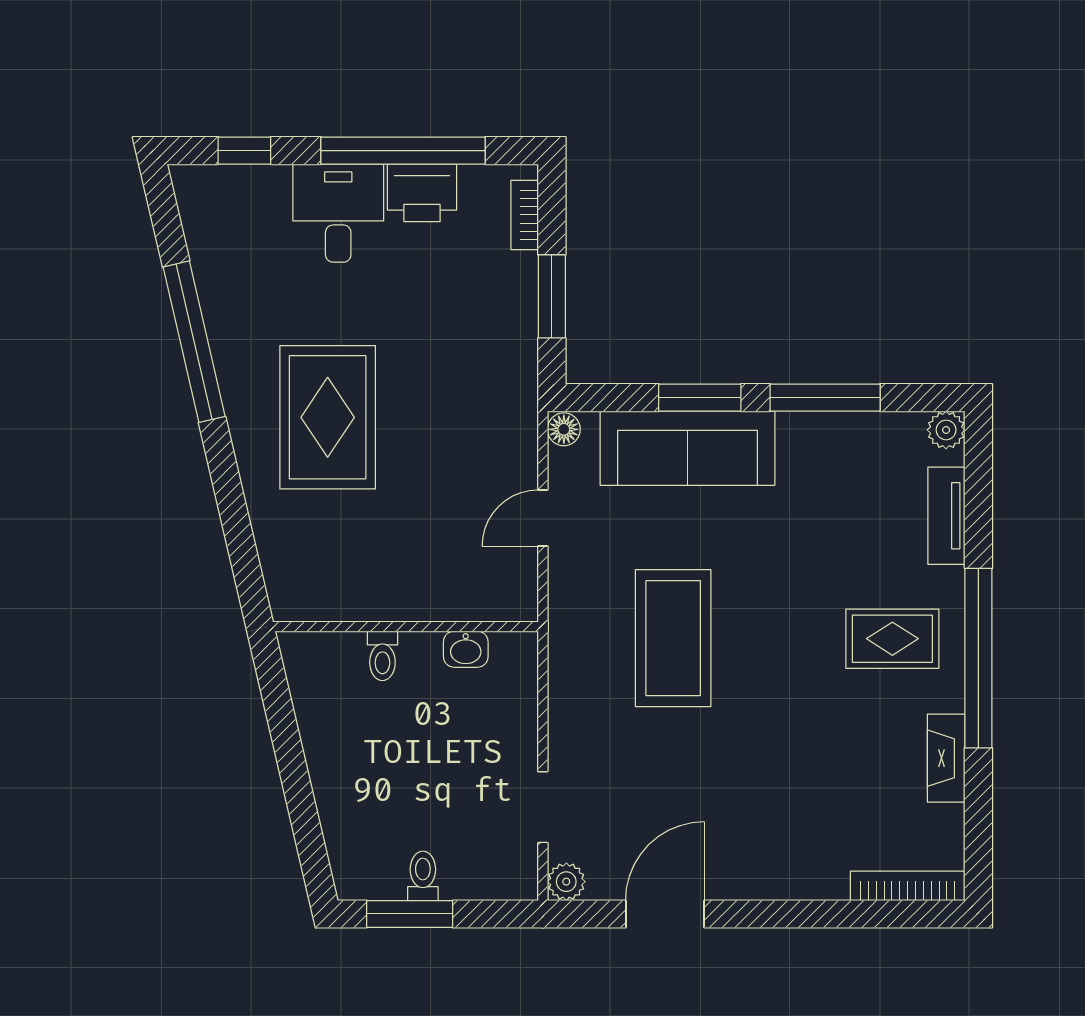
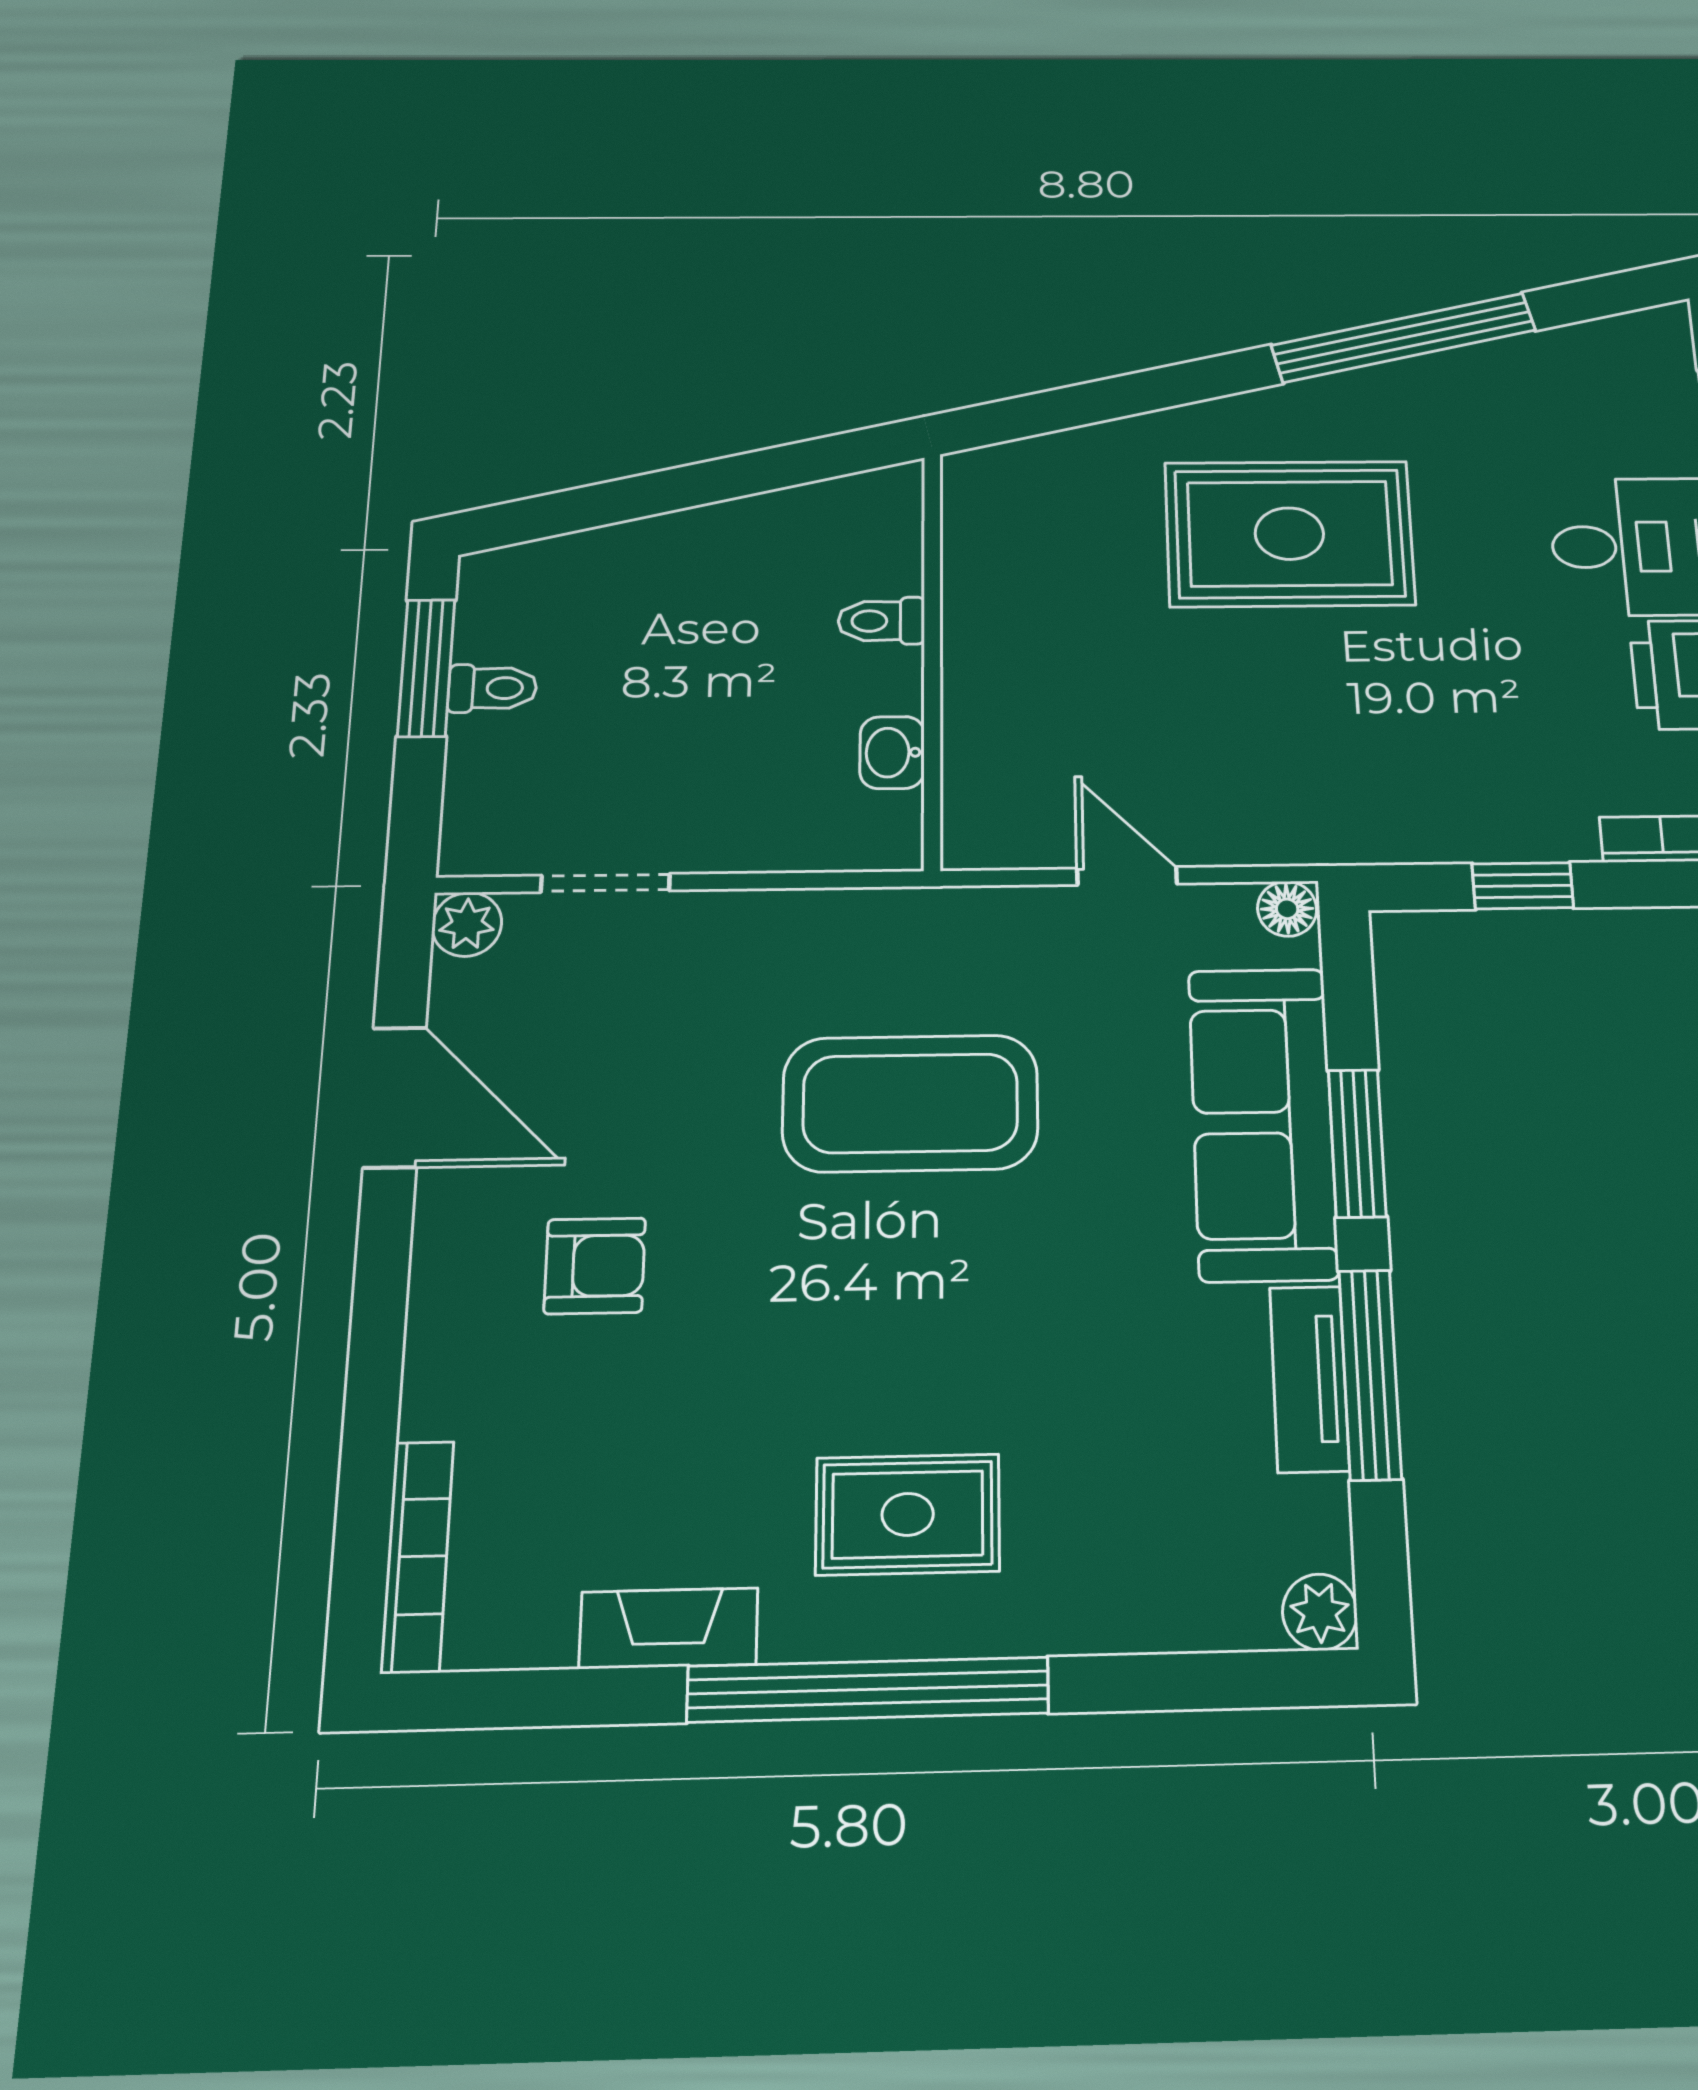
window: (552, 296) -> (1523, 886), width x0.67
tv unit: (946, 516) -> (1309, 1379), moved, turned -90
rug: (892, 639) -> (908, 1514), turned 90
armchair: (759, 803) -> (595, 1266), added

